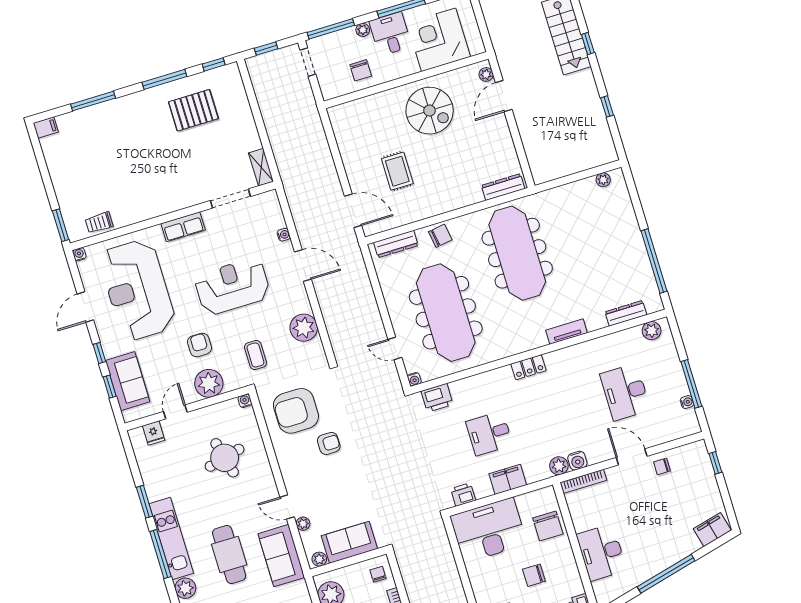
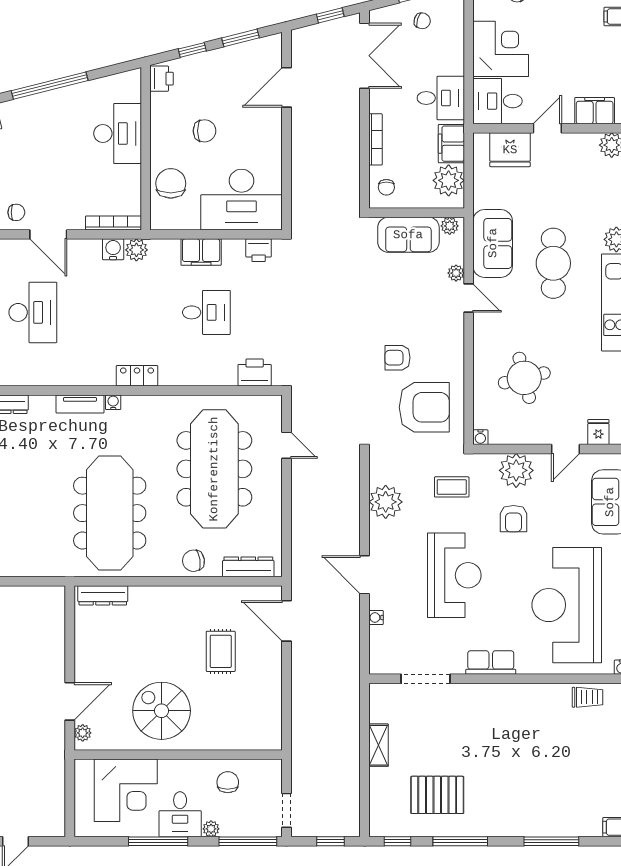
shelving: (261, 167) -> (378, 745), moved
reception desk: (232, 286) -> (454, 575), turned -90
reception desk: (137, 290) -> (567, 605), turned 180
coffee table: (255, 355) -> (452, 487), turned 90
water cooler: (414, 379) -> (113, 402), moved

